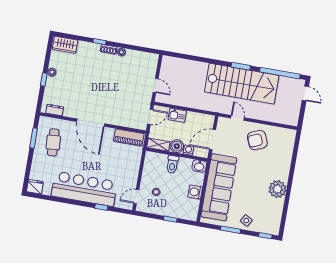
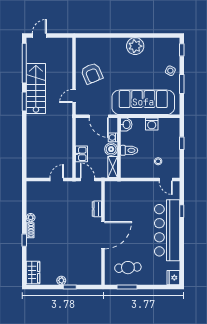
stairs: (242, 84) -> (36, 89), width x0.73, depth x0.66
dresser: (55, 110) -> (97, 209), moved
piano: (129, 137) -> (111, 196), removed

